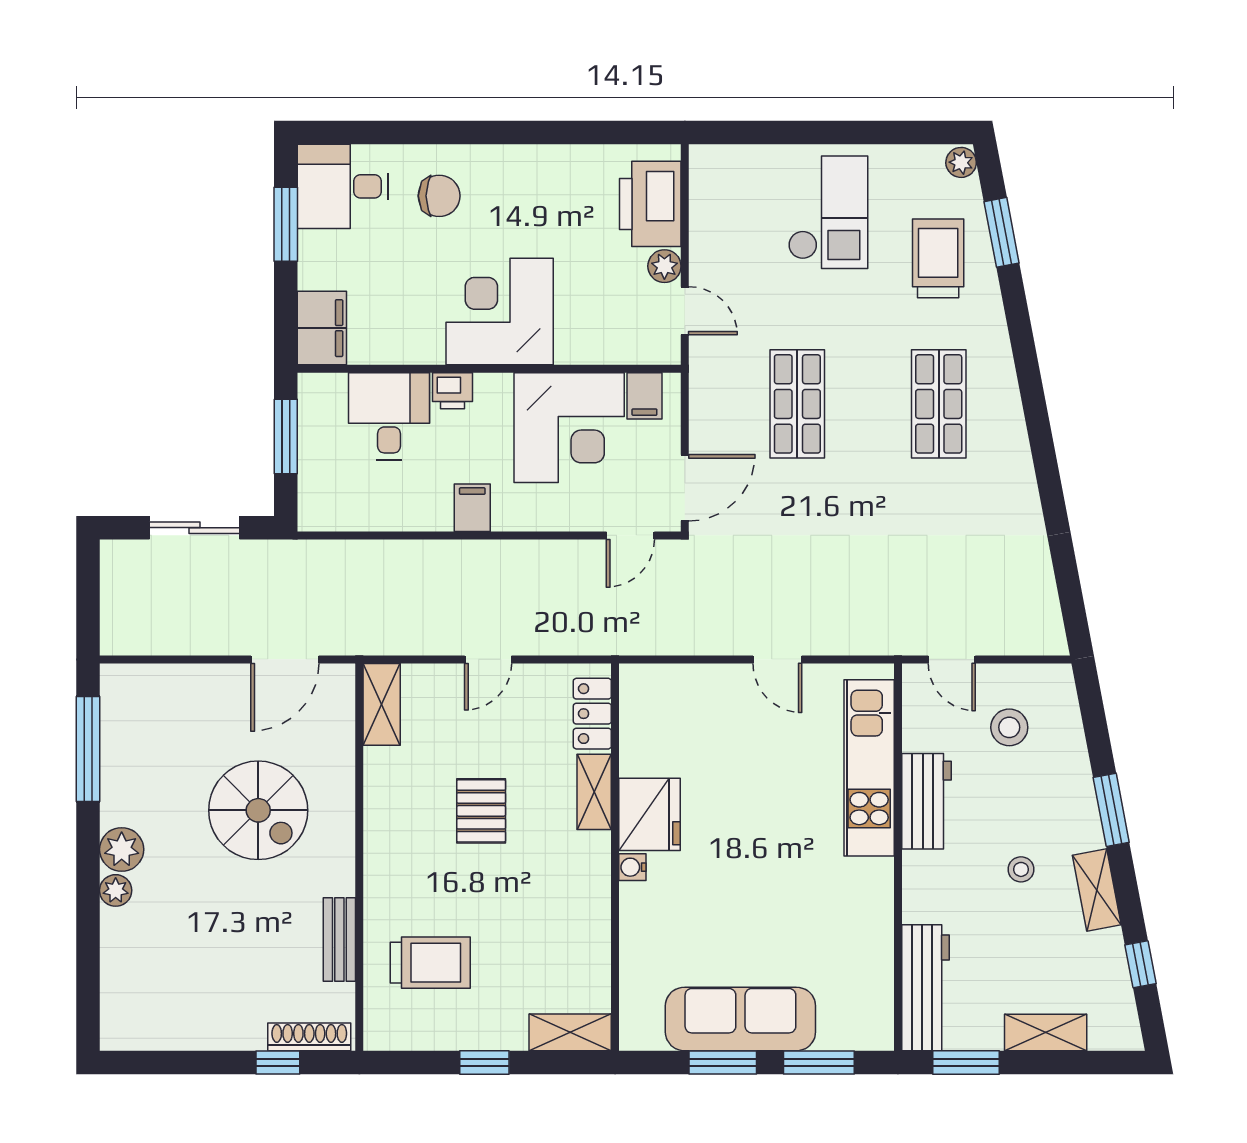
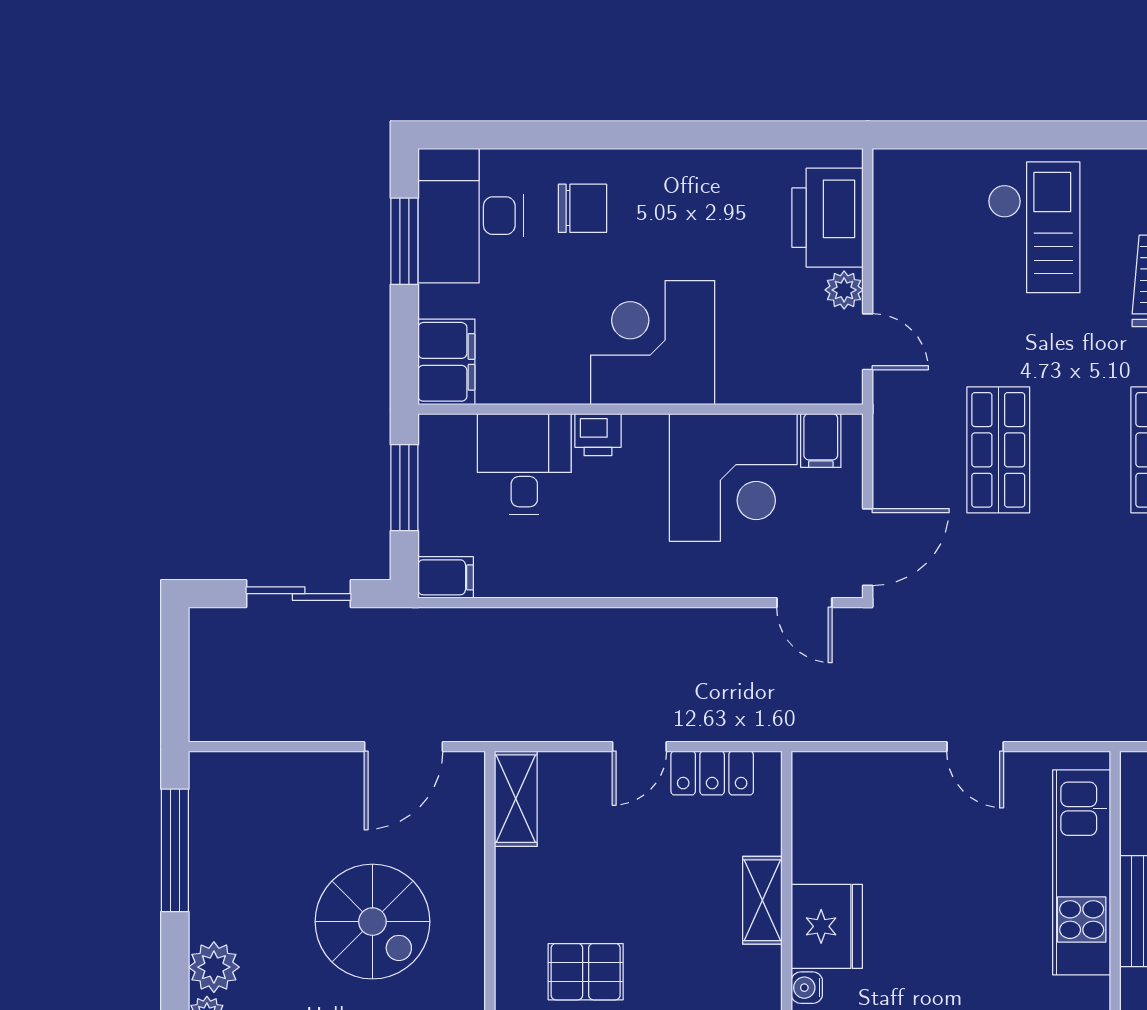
desk: (343, 186) -> (471, 216), width x1.37
filing cabinet: (472, 508) -> (446, 577), moved, turned 90
door: (630, 535) -> (804, 603), hinge flipped
locker: (592, 714) -> (712, 773), moved, turned -90
pallet: (481, 811) -> (586, 972), moved, turned 90

